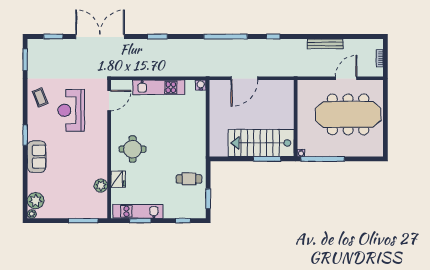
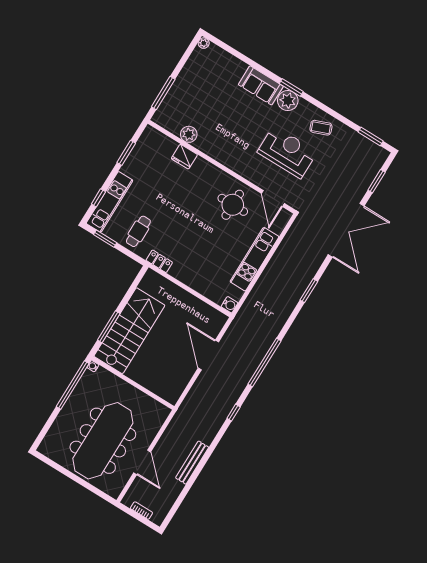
round table: (133, 149) -> (233, 205), moved
locker: (201, 152) -> (159, 261), added
plant: (36, 201) -> (288, 101), moved
kitchen unit: (138, 211) -> (110, 202), moved

